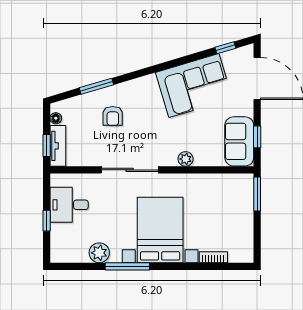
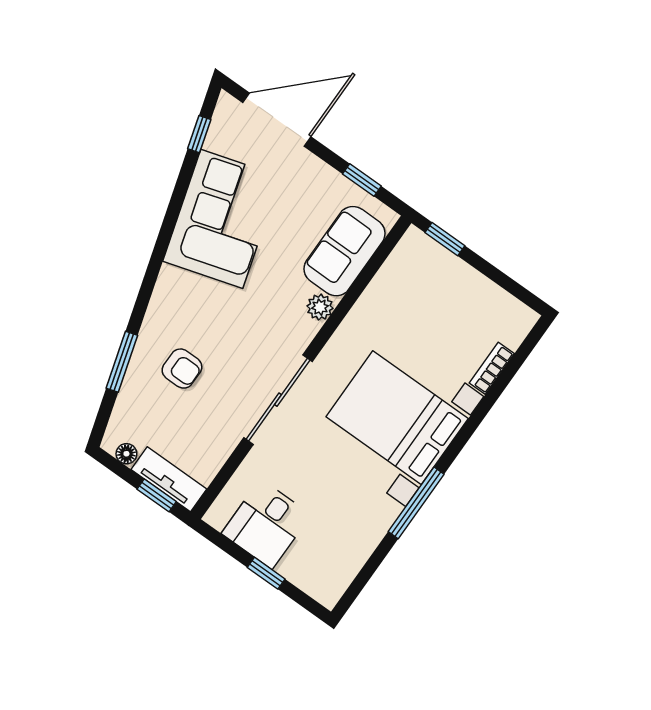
sofa: (239, 141) -> (345, 251), moved, turned 90
window: (257, 194) -> (445, 239), width x0.67
plant: (99, 253) -> (367, 530), removed

